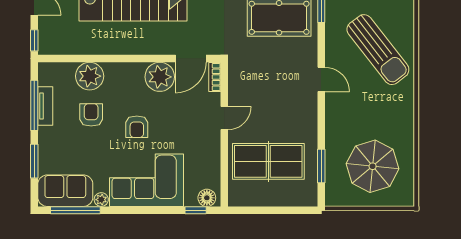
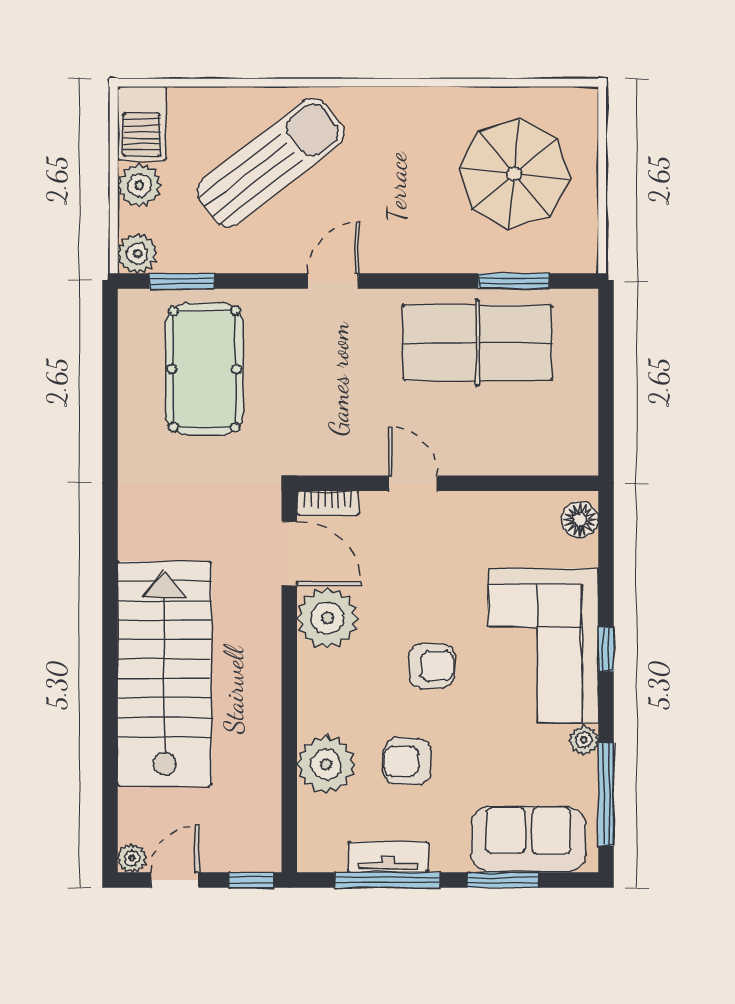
table tennis table: (268, 161) -> (477, 343), moved, turned 90
sofa: (65, 191) -> (528, 839), moved, turned 90
window: (196, 210) -> (606, 649), moved

